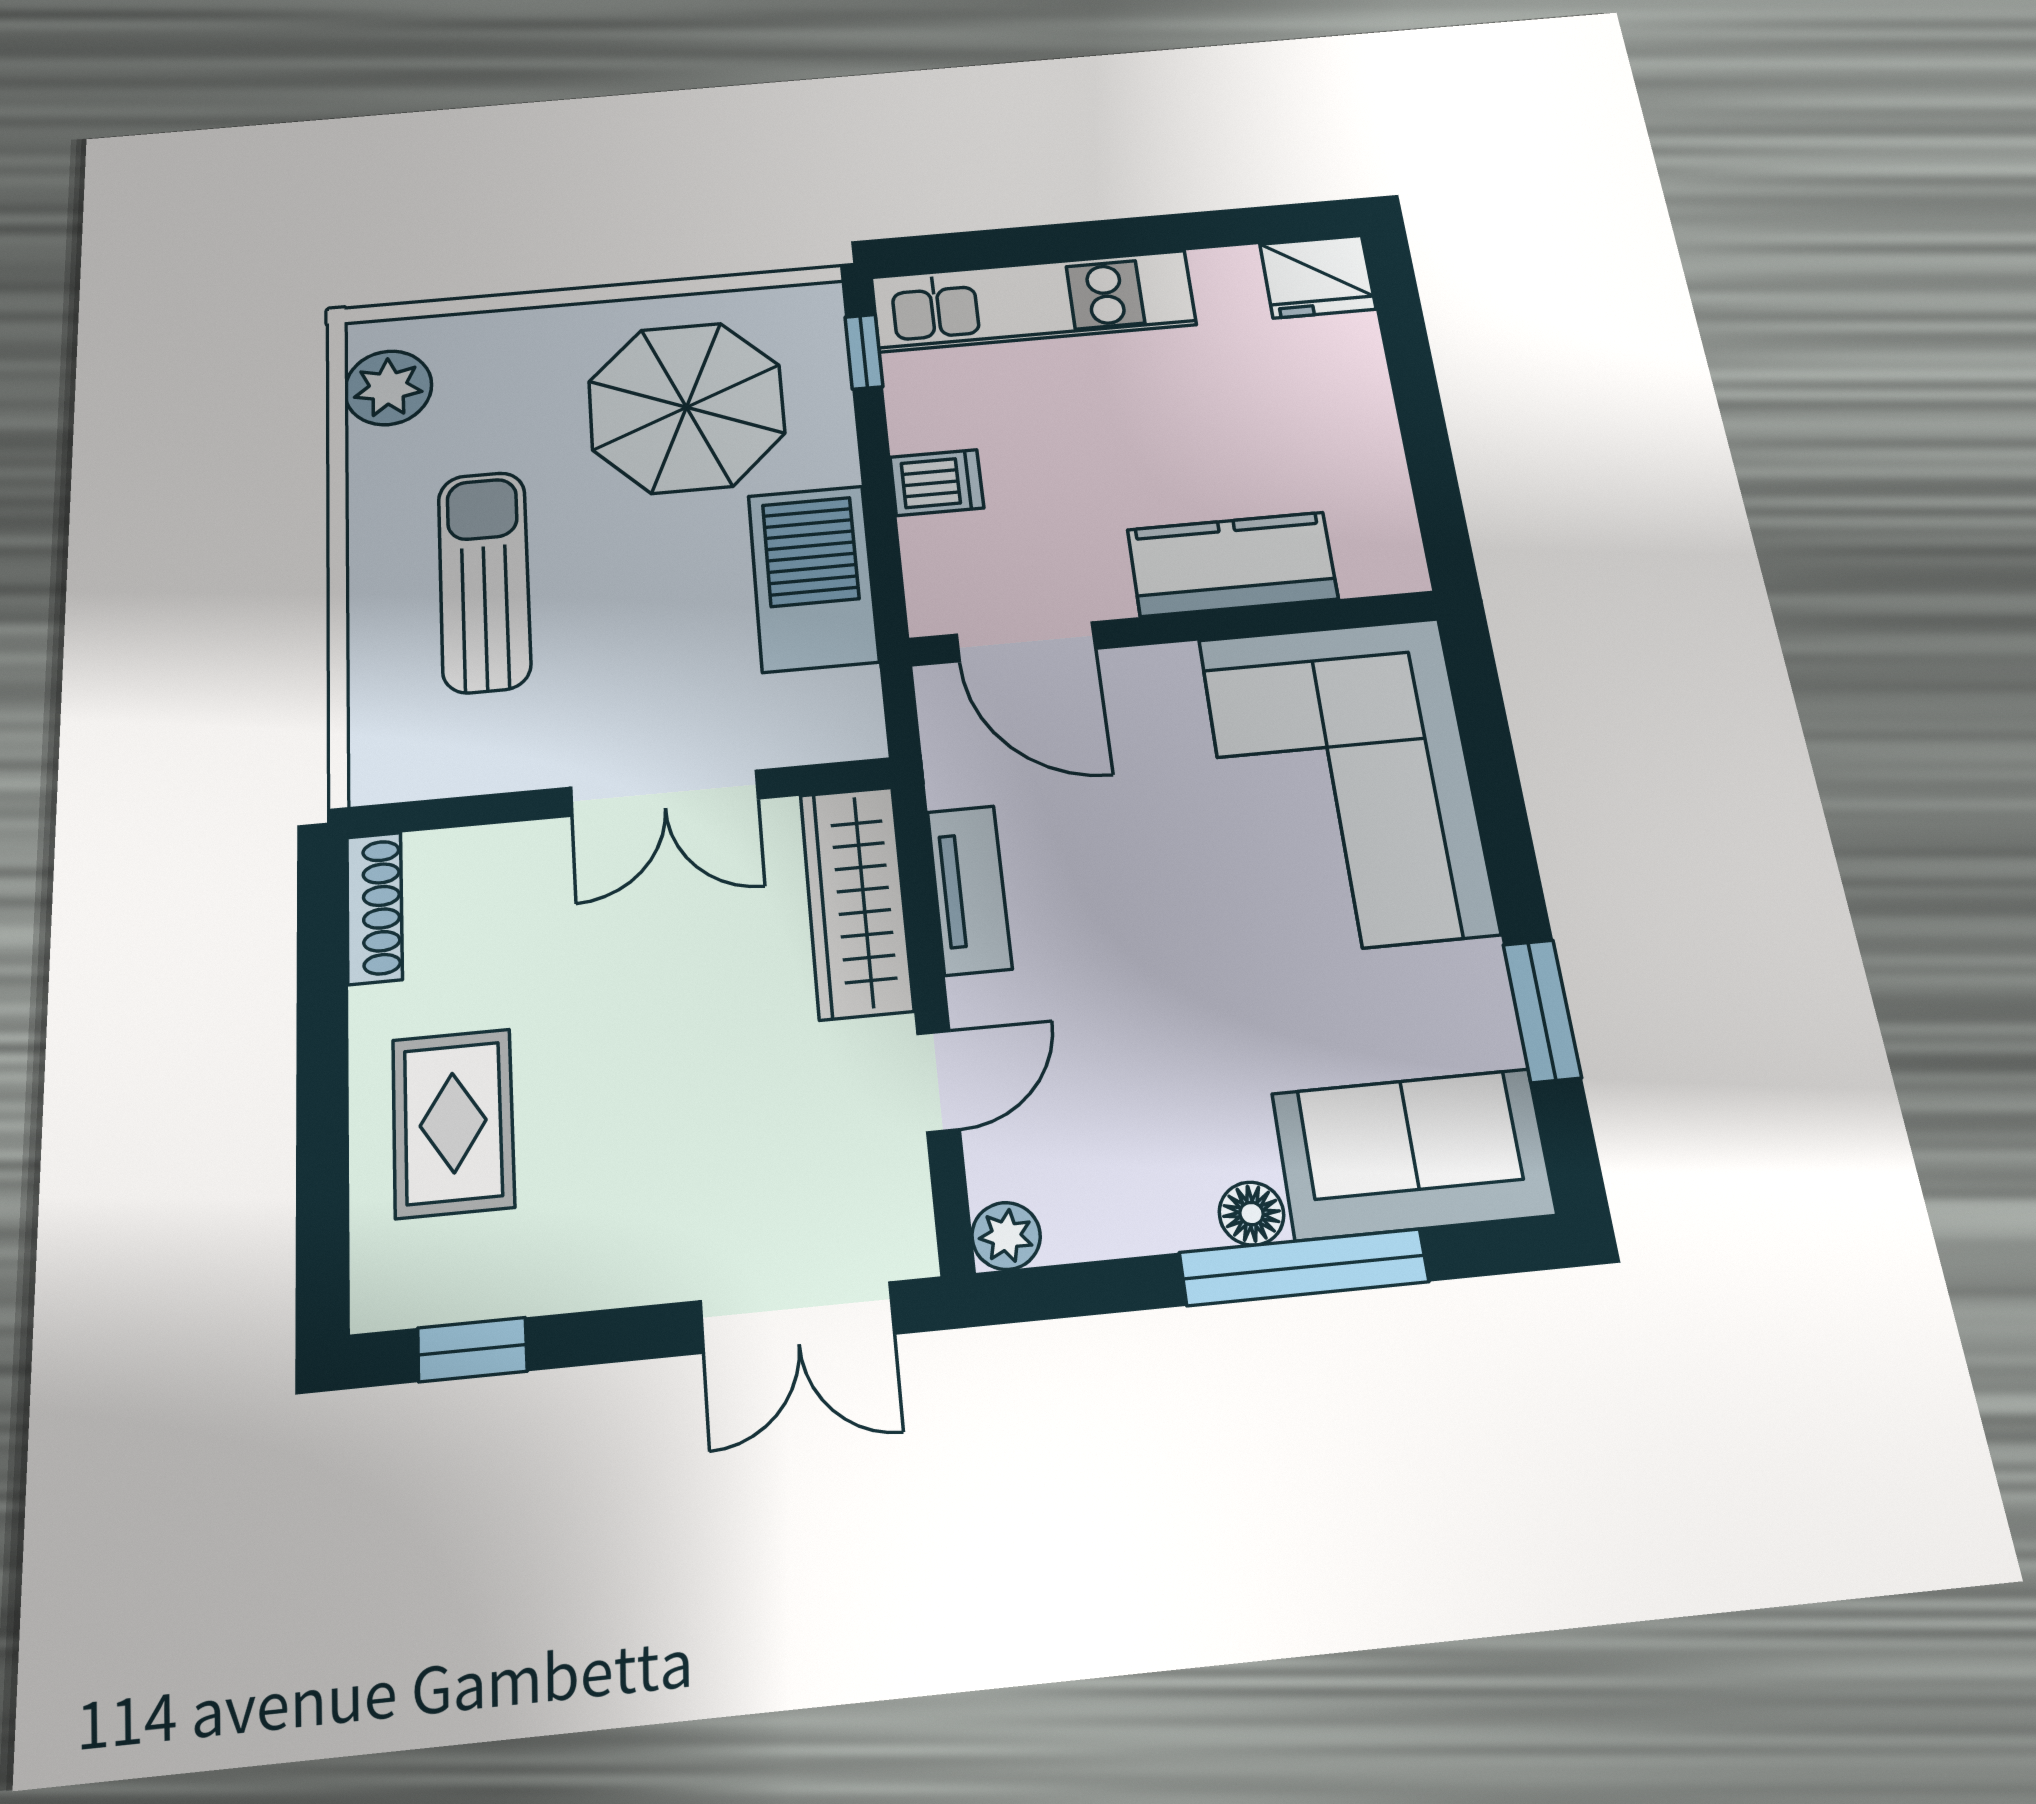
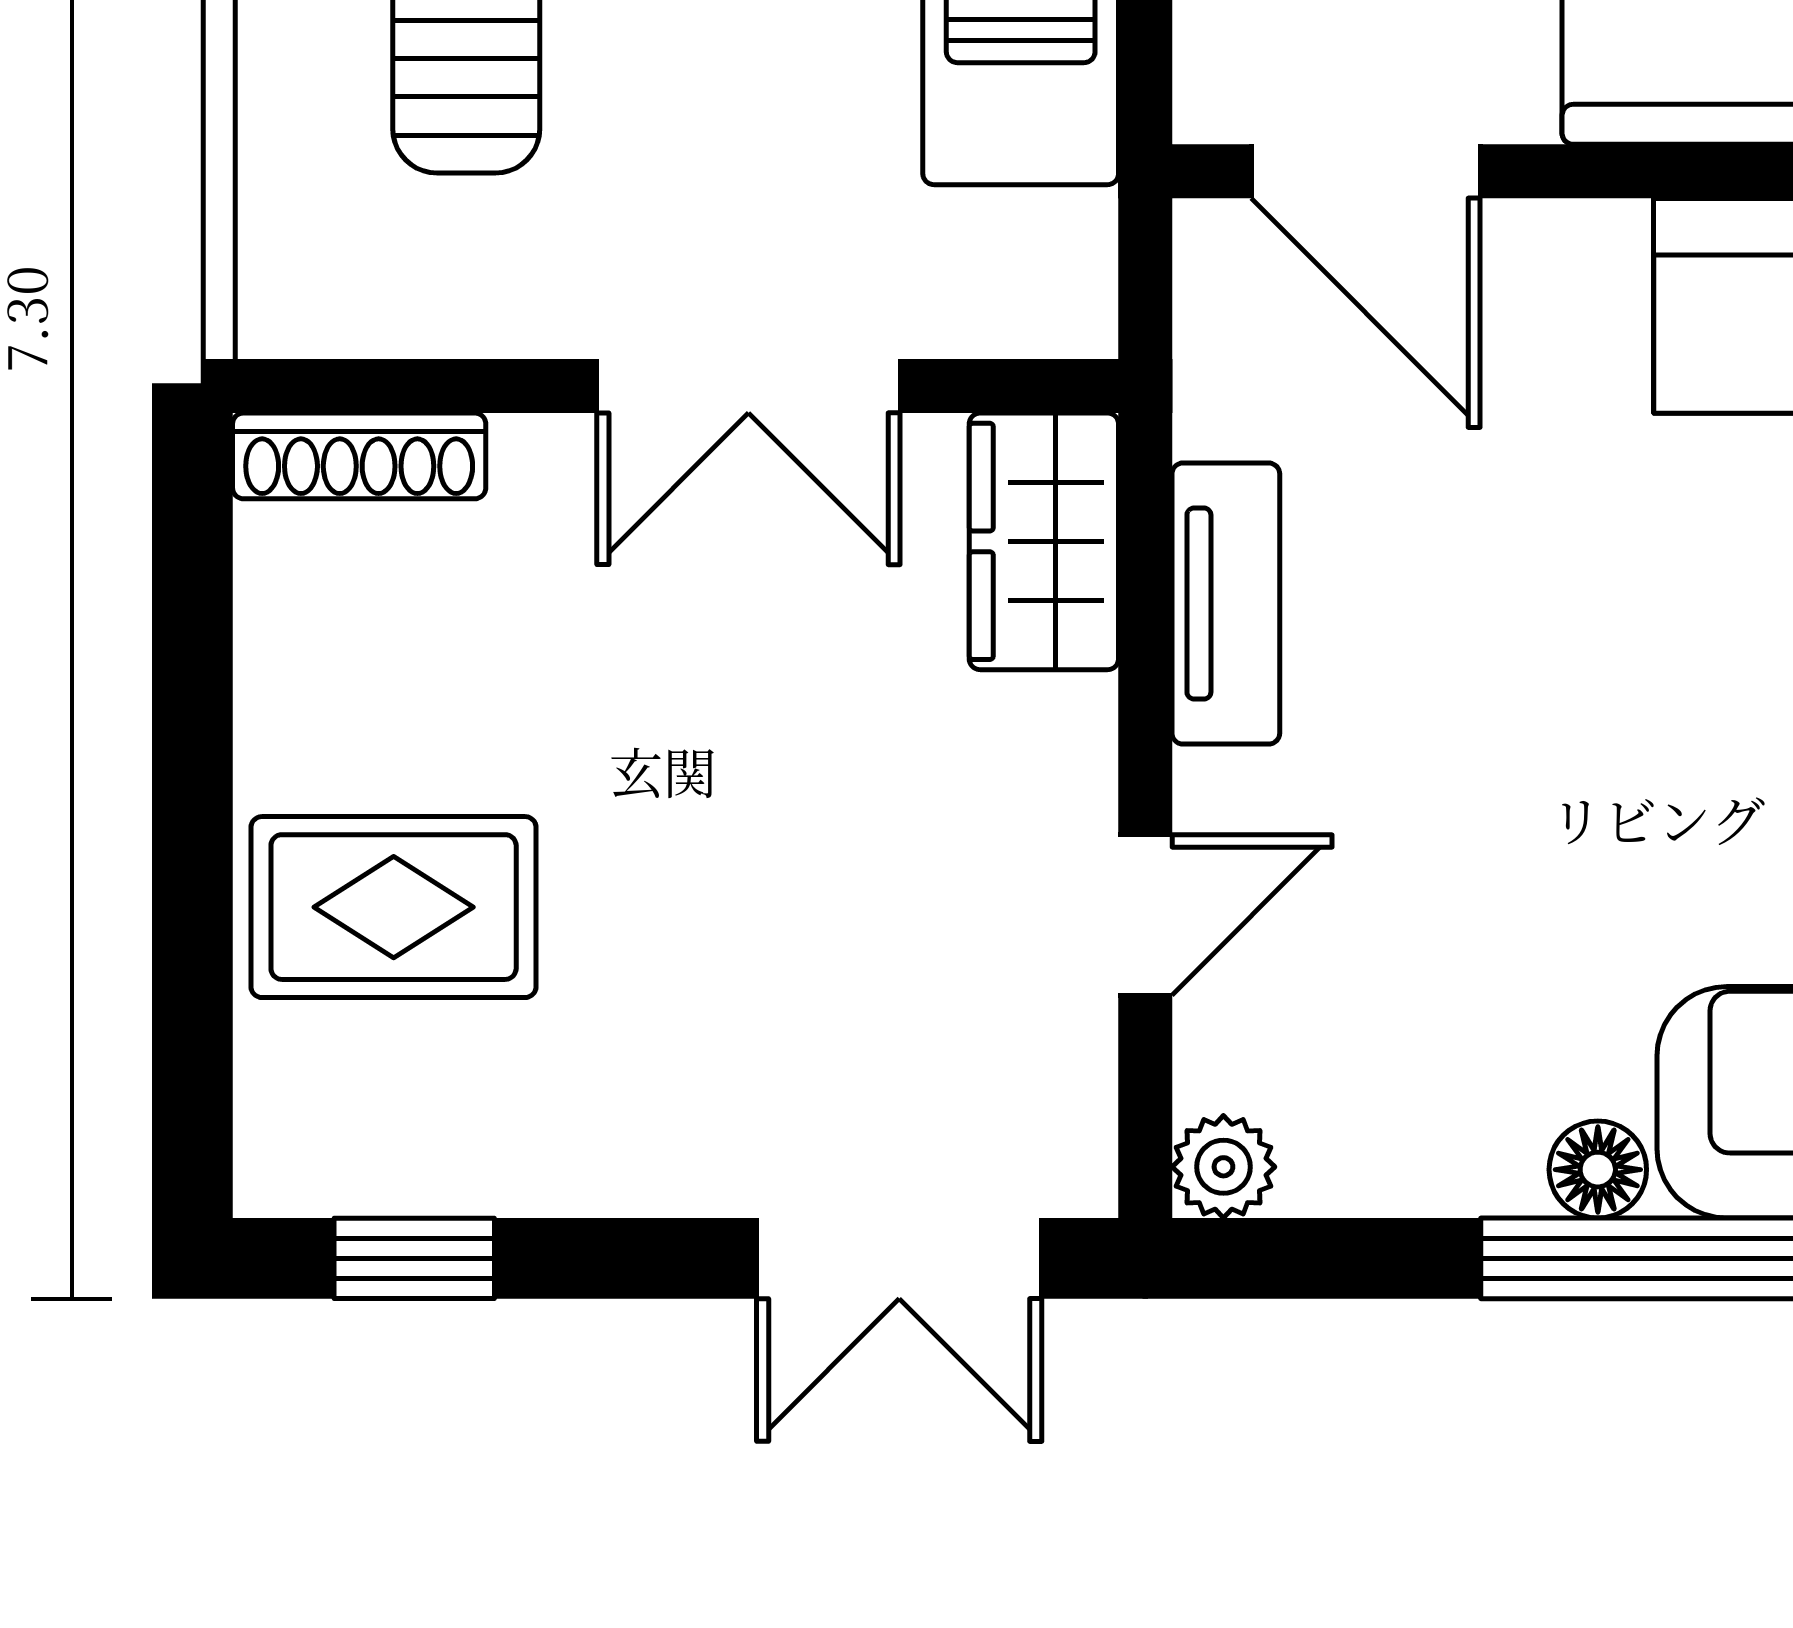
wardrobe: (856, 902) -> (1044, 541), width x0.67
shoe rack: (374, 908) -> (359, 456), moved, turned 90
rug: (453, 1123) -> (394, 907), turned 90

